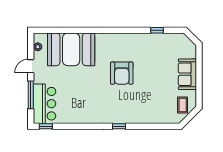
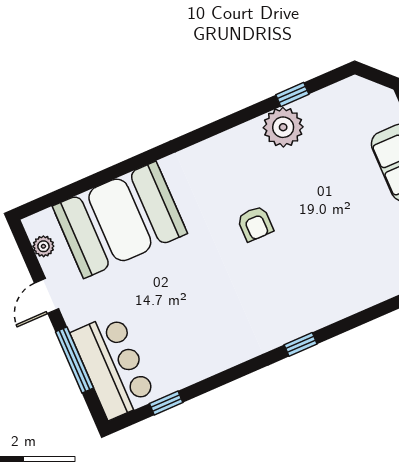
plant: (148, 41) -> (283, 127), added
armchair: (122, 73) -> (255, 224), width x0.53, depth x0.53
window: (46, 126) -> (166, 403), moved

